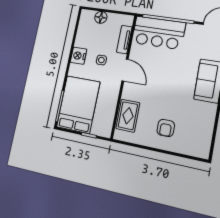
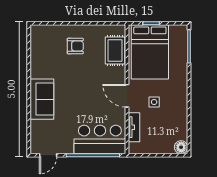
floor lamp: (101, 17) -> (181, 147), moved
nightstand: (79, 56) -> (180, 103), removed
bed: (78, 104) -> (150, 52), moved
armchair: (166, 128) -> (75, 46), turned 90

